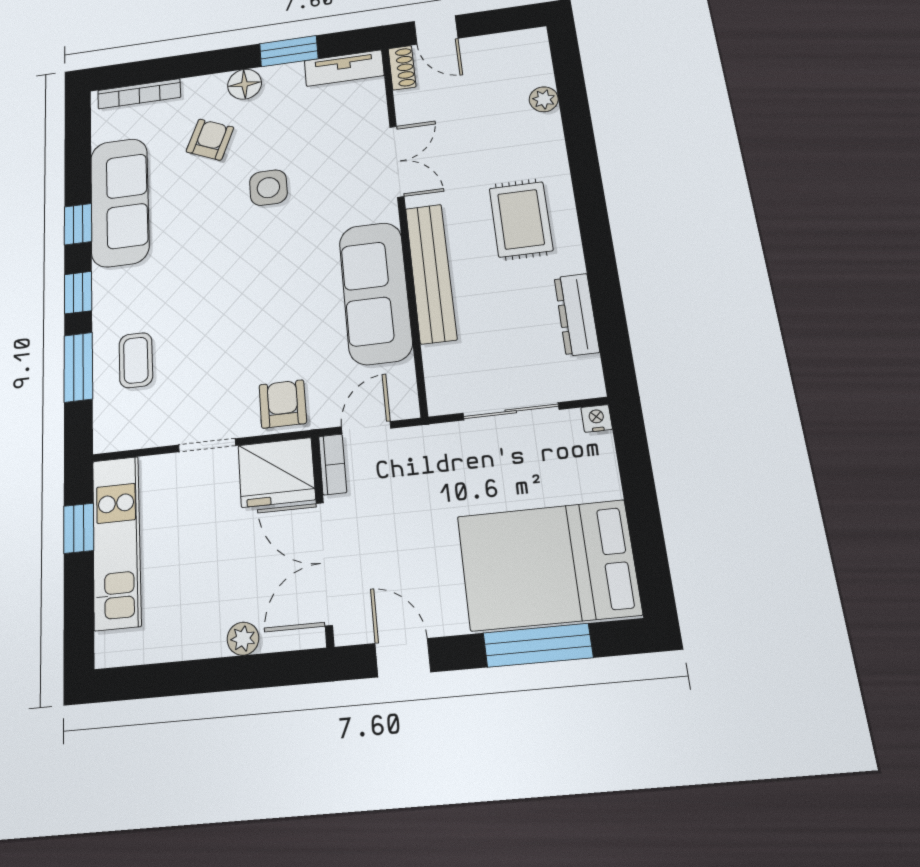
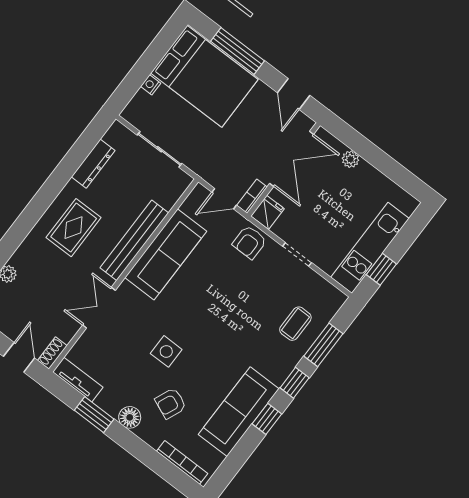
nightstand: (597, 418) -> (151, 85), moved, turned 90
fridge: (277, 472) -> (267, 212), width x0.53, depth x0.75

